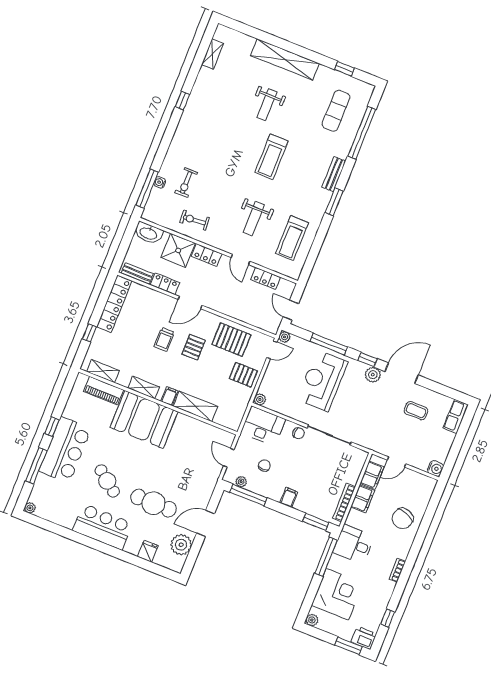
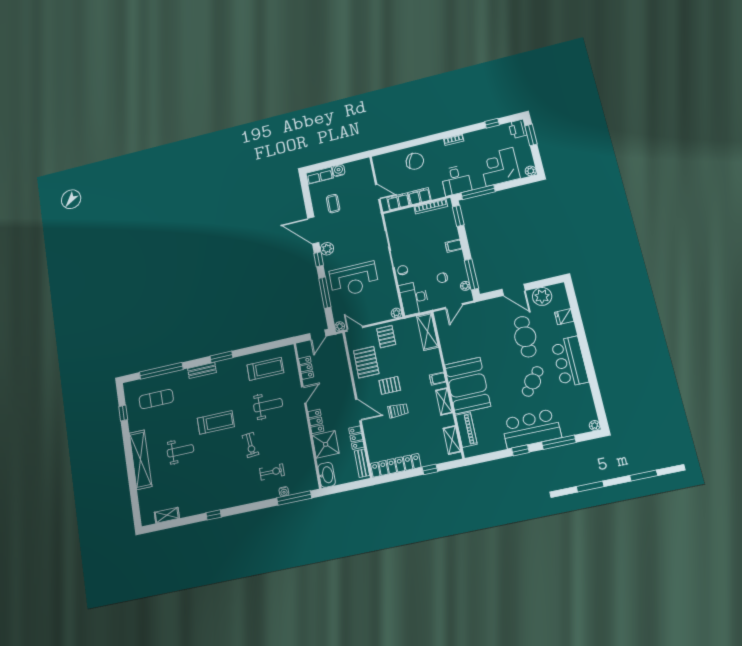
exercise bike: (195, 220) -> (250, 445), moved
shelving: (195, 406) -> (427, 332), moved
water cooler: (435, 468) -> (339, 170), moved

